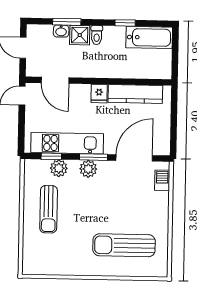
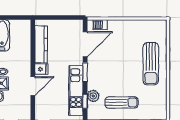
door: (55, 80) -> (33, 86), moved
door: (134, 158) -> (85, 44), swing flipped
plant: (88, 169) -> (93, 76), removed
sun lounger: (124, 245) -> (151, 64), moved

